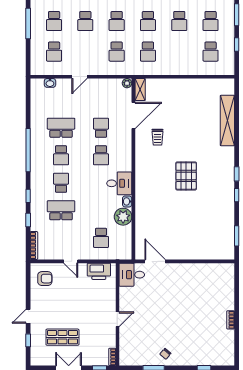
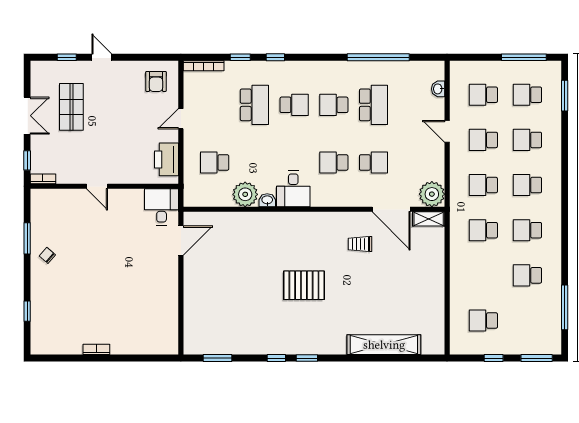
school desk: (211, 21) -> (483, 140), moved
plant: (127, 83) -> (432, 194), width x1.88, depth x1.88
window: (28, 150) -> (378, 57), moved

